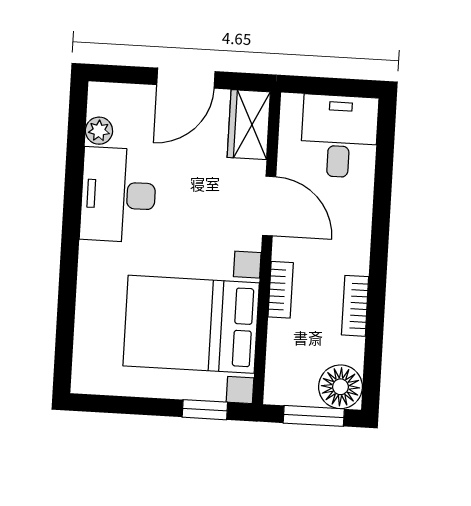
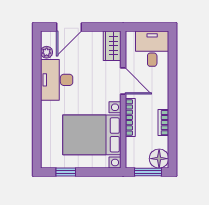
door: (186, 78) -> (69, 27), moved
bookcase: (281, 290) -> (130, 117), width x1.56
window: (205, 410) -> (66, 172), moved

